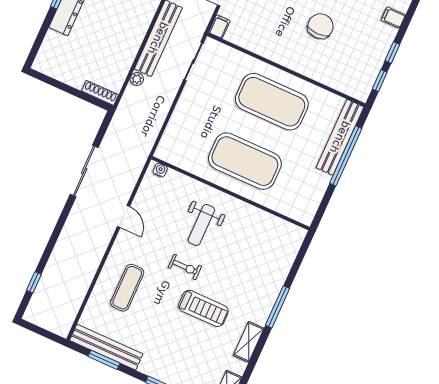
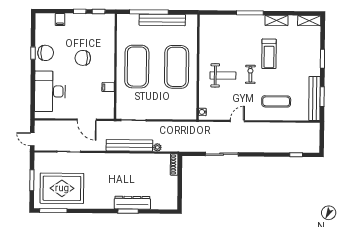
filing cabinet: (219, 27) -> (108, 87), moved
bench: (340, 137) -> (162, 20), moved
treadmill: (203, 308) -> (269, 54), turned 180

